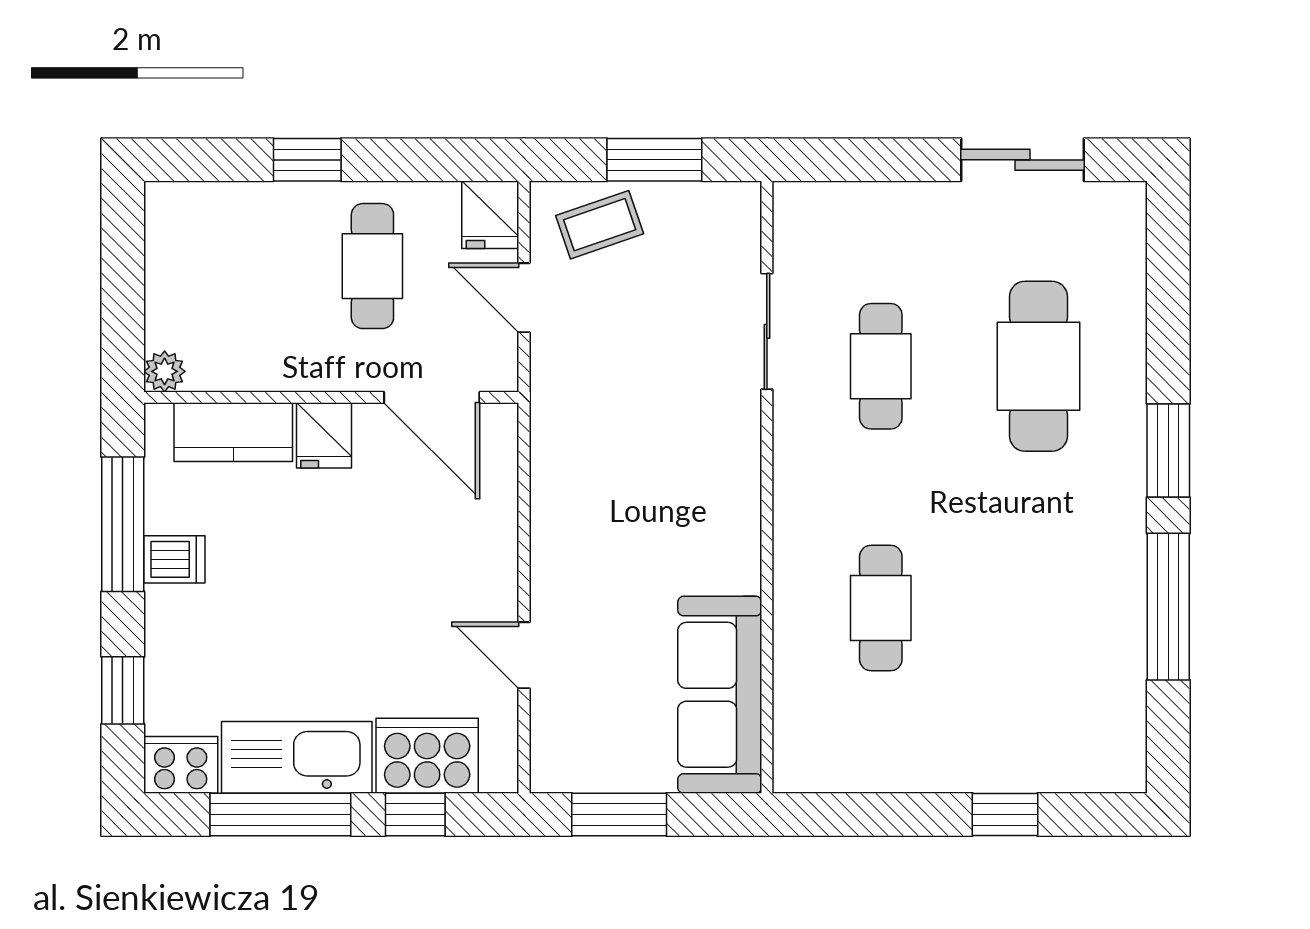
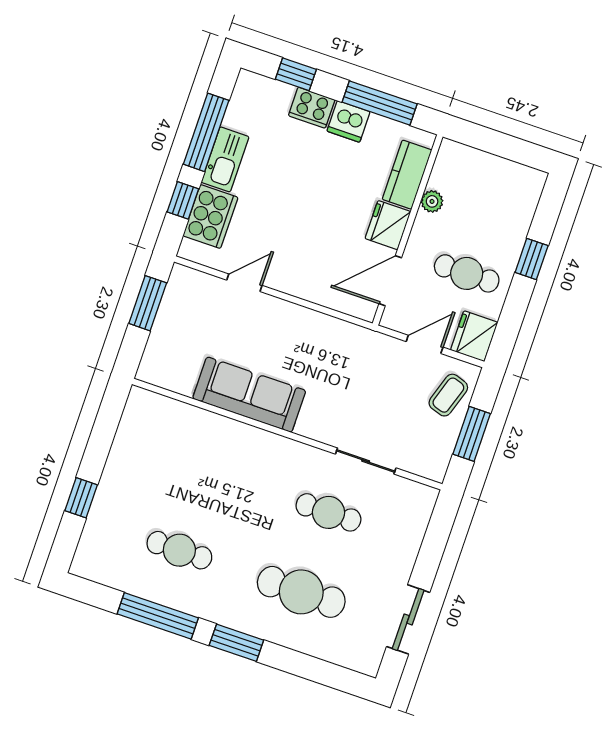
fridge: (490, 215) -> (474, 336), width x1.38
coffee table: (600, 225) -> (448, 395), turned 37
plant: (165, 371) -> (432, 201), moved
fridge: (324, 435) -> (388, 225), width x1.38
dishwasher: (174, 559) -> (349, 121), width x1.38
cafe table: (881, 608) -> (179, 550), moved
sofa: (720, 695) -> (249, 395), moved
kitchen sink: (297, 757) -> (225, 159), width x0.73, depth x0.81
cooker: (181, 765) -> (312, 108), moved, turned 90

